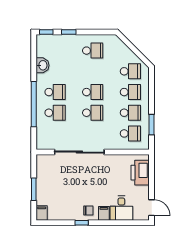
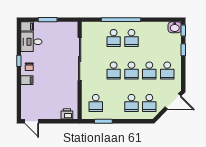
door: (129, 44) -> (173, 101), added
washbasin: (43, 65) -> (175, 27), moved
school desk: (130, 113) -> (149, 70), moved
printer: (140, 173) -> (67, 114), width x0.53, depth x0.68
desk: (121, 208) -> (31, 42), moved
door: (152, 208) -> (32, 121), hinge flipped

